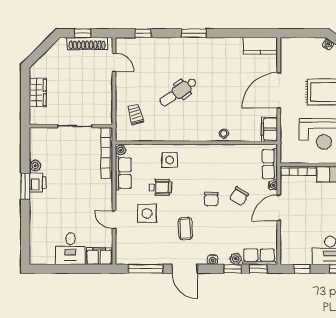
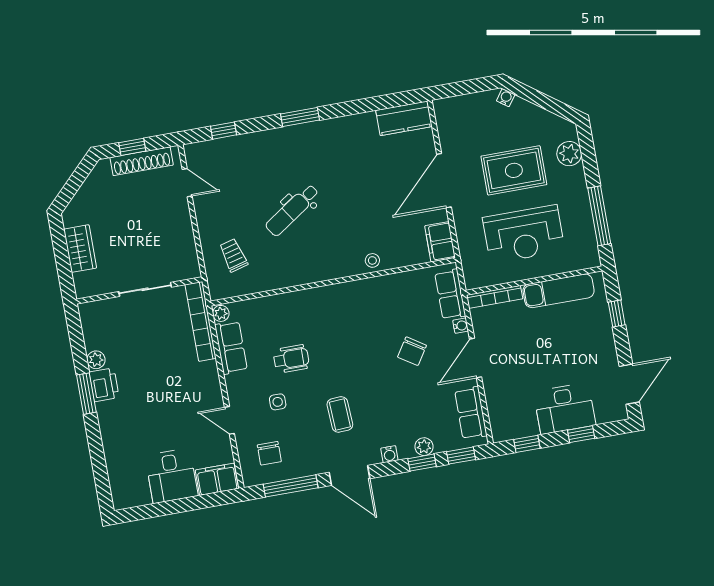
side table: (170, 160) -> (298, 315), removed
chair: (211, 199) -> (269, 453), moved
side table: (147, 213) -> (278, 402), width x0.54, depth x0.54
row of seats: (259, 257) -> (471, 413), moved, turned -90

